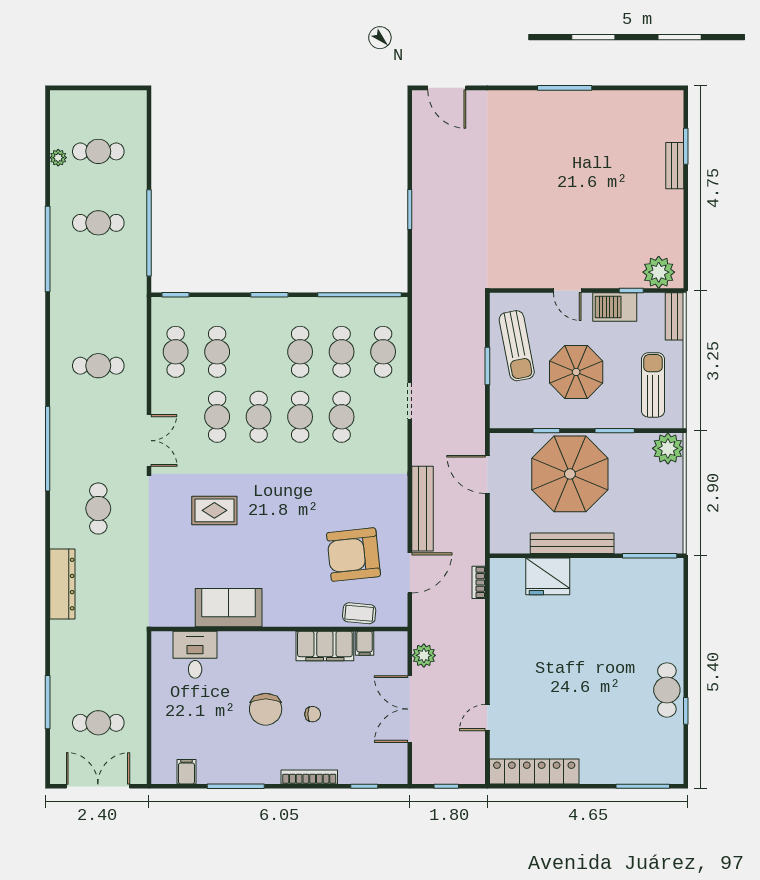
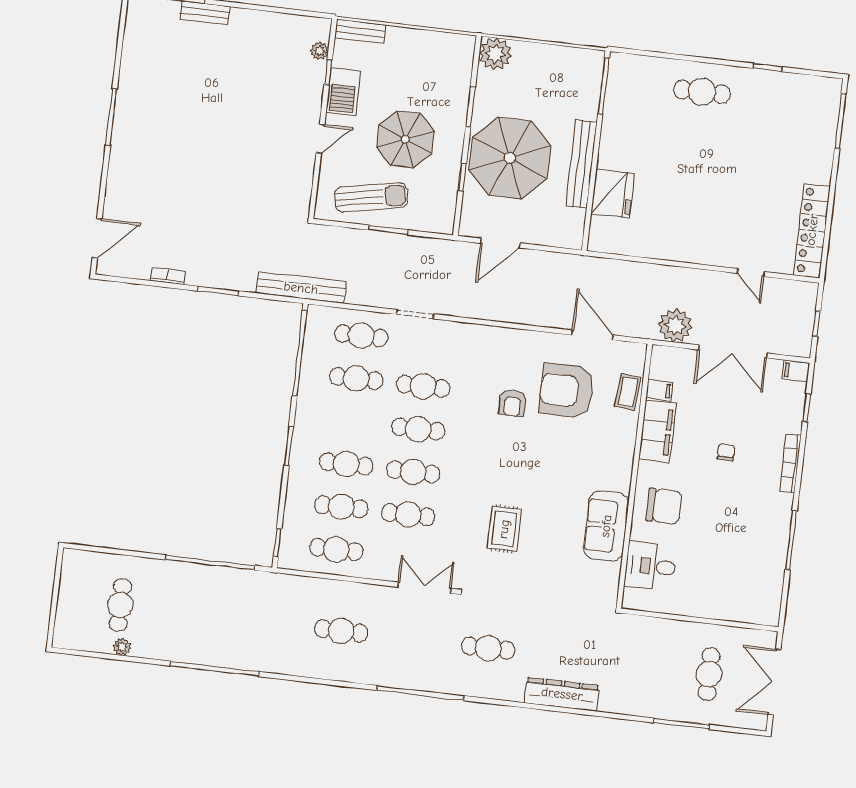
cafe table: (98, 223) -> (194, 614), removed
plant: (659, 272) -> (319, 51), width x0.53, depth x0.53
cafe table: (300, 352) -> (346, 464), moved
cafe table: (98, 366) -> (341, 631), turned 90
sun lounger: (653, 385) -> (428, 62), removed
armchair: (336, 504) -> (512, 403), added
bench: (423, 509) -> (301, 288), moved
armchair: (354, 555) -> (567, 391), turned 96
bookcase: (479, 582) -> (168, 276), moved, turned 180
plant: (424, 655) -> (675, 326), width x1.36, depth x1.36
cafe table: (667, 690) -> (702, 92), moved
chair: (266, 709) -> (664, 506), moved
filing cabinet: (186, 772) -> (796, 371), moved

